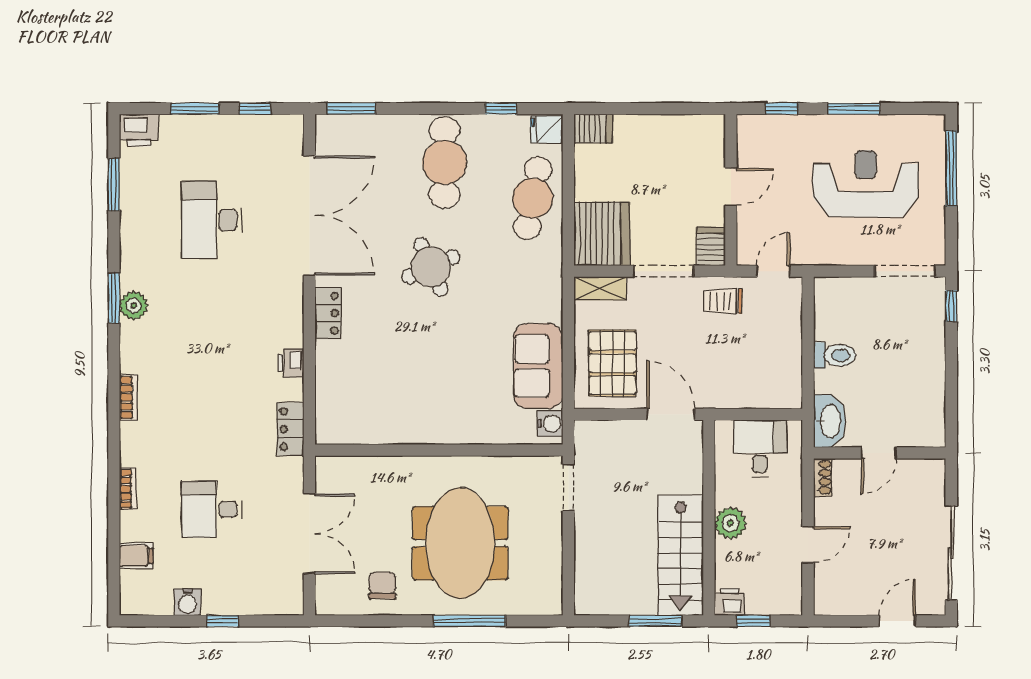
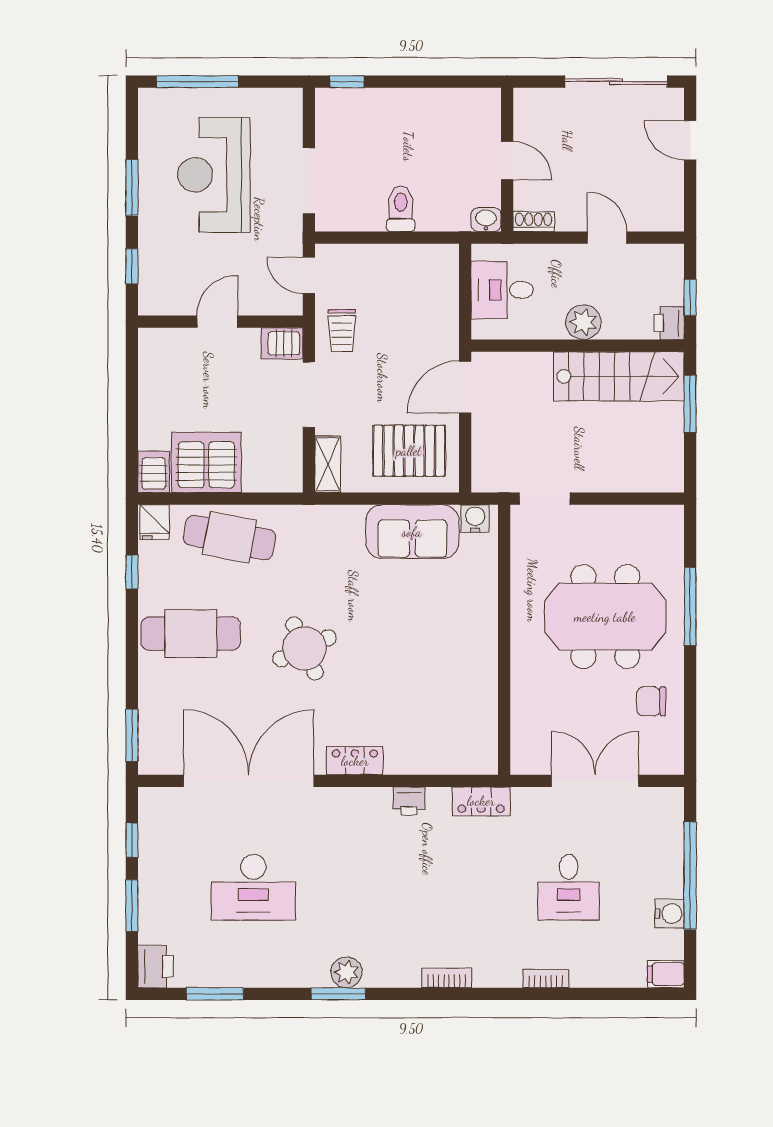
door: (731, 187) -> (217, 322), hinge flipped
server rack: (602, 234) -> (206, 462), moved
doorway: (905, 271) -> (309, 181), moved
washbasin: (830, 421) -> (486, 220), width x0.52, depth x0.69
filing cabinet: (136, 556) -> (666, 974), moved, turned -90
window: (222, 621) -> (690, 876), width x3.17

